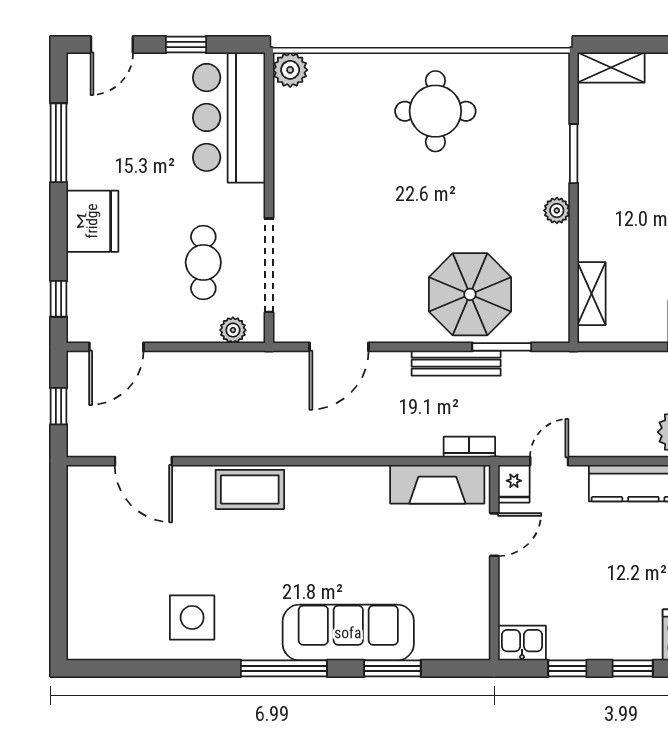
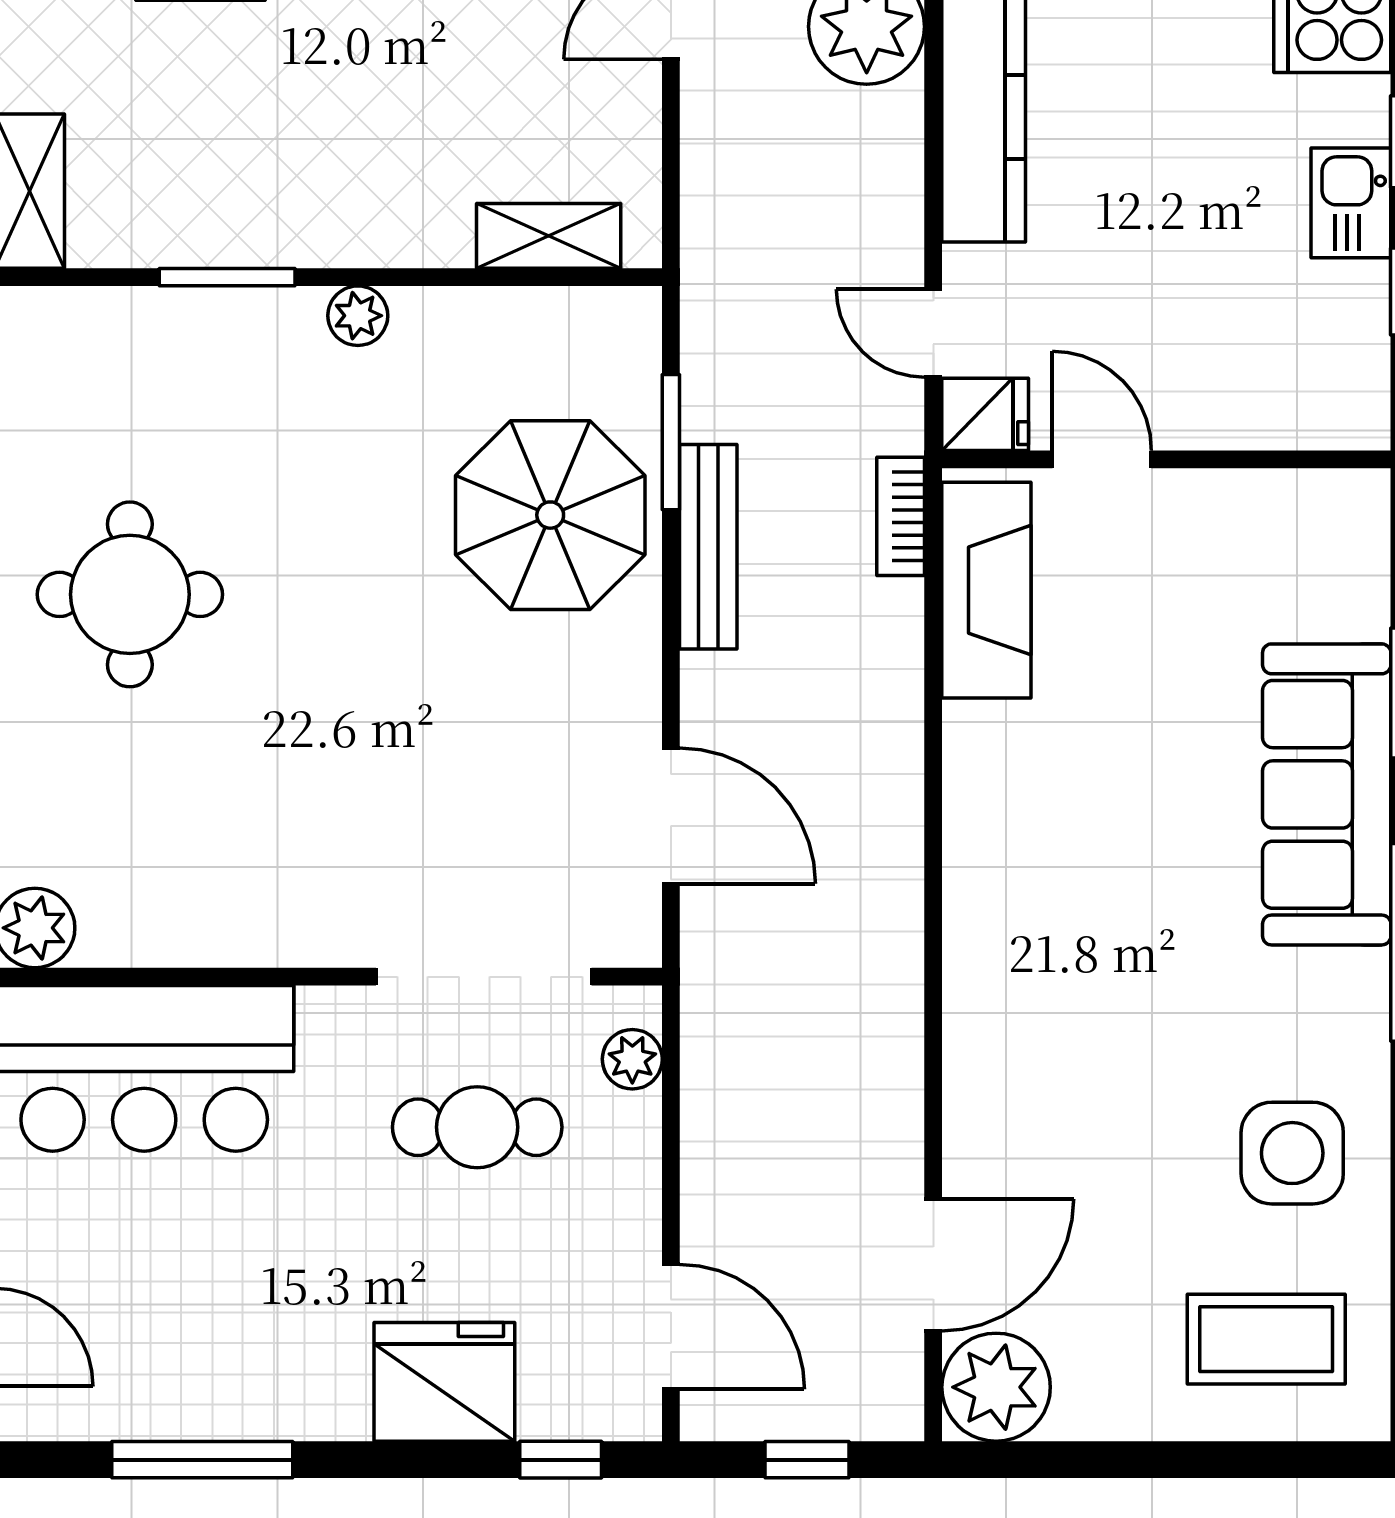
fridge: (92, 221) -> (444, 1382), moved
plant: (90, 488) -> (996, 1387), added
coffee table: (250, 489) -> (1266, 1339), moved, turned 90
kitchen sink: (522, 643) -> (1351, 203), moved

